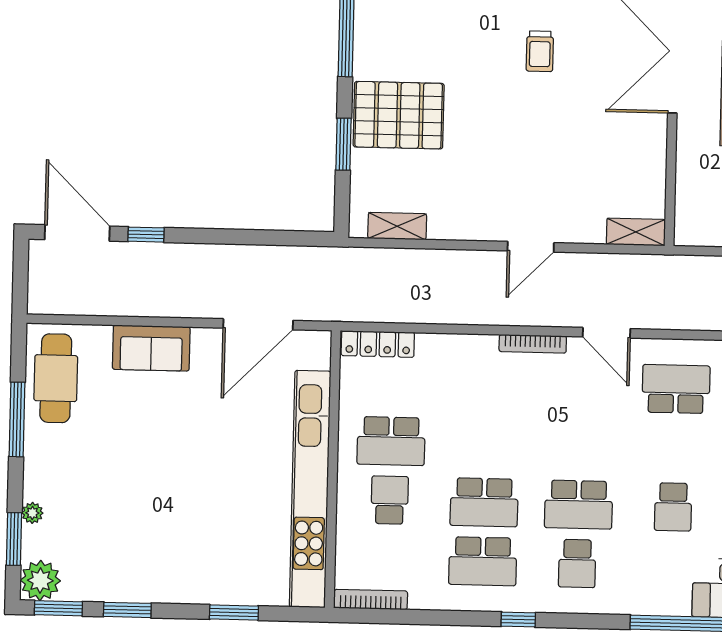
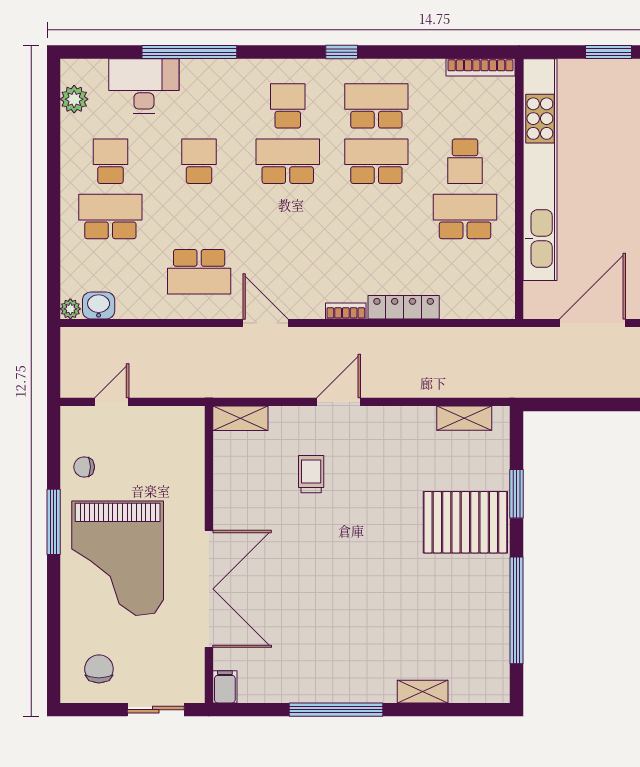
trolley: (540, 51) -> (311, 474), moved
locker: (378, 344) -> (404, 307), moved
bookcase: (533, 344) -> (346, 311), width x0.64

